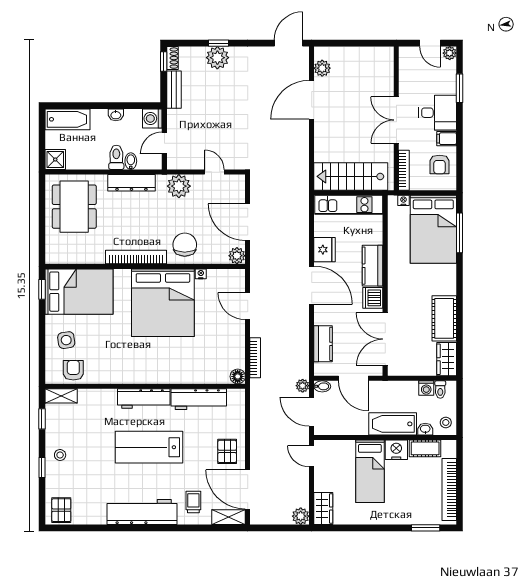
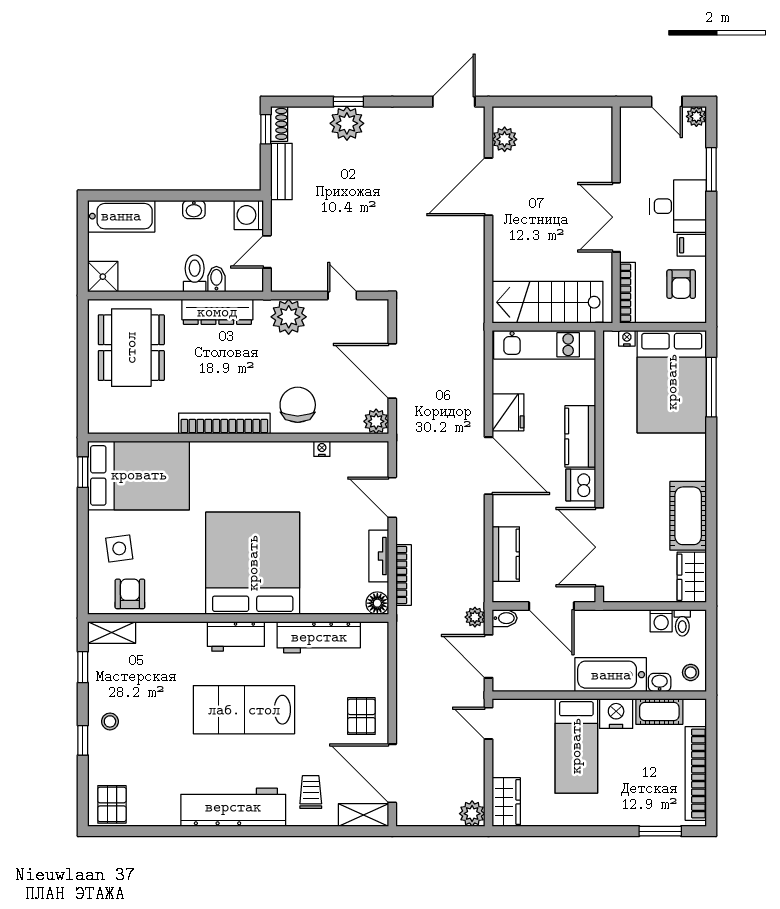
bed: (163, 303) -> (253, 563), moved, turned 180
tv unit: (239, 345) -> (379, 556), added
workbench: (144, 399) -> (236, 636), width x0.73

